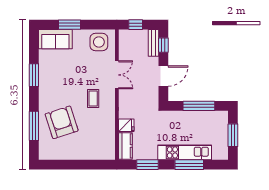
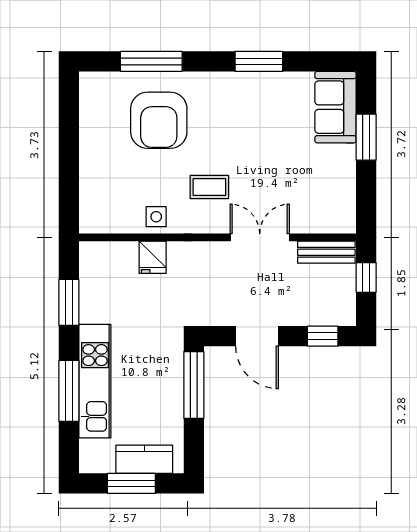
side table: (99, 42) -> (156, 217), moved, width x0.54, depth x0.54
bench: (154, 43) -> (326, 252), moved
double door: (117, 75) -> (260, 237), swing flipped
window: (199, 106) -> (194, 385), moved
armchair: (62, 122) -> (159, 120), turned 108
kitchen counter: (125, 146) -> (144, 459), moved, turned 180

